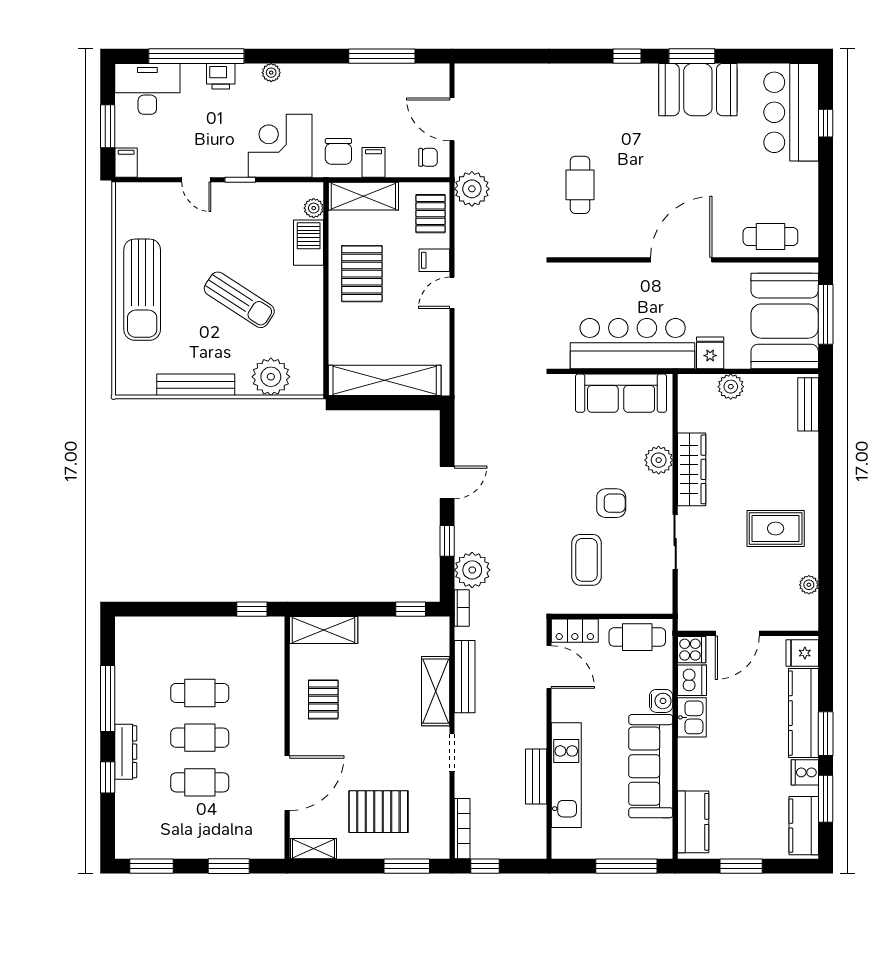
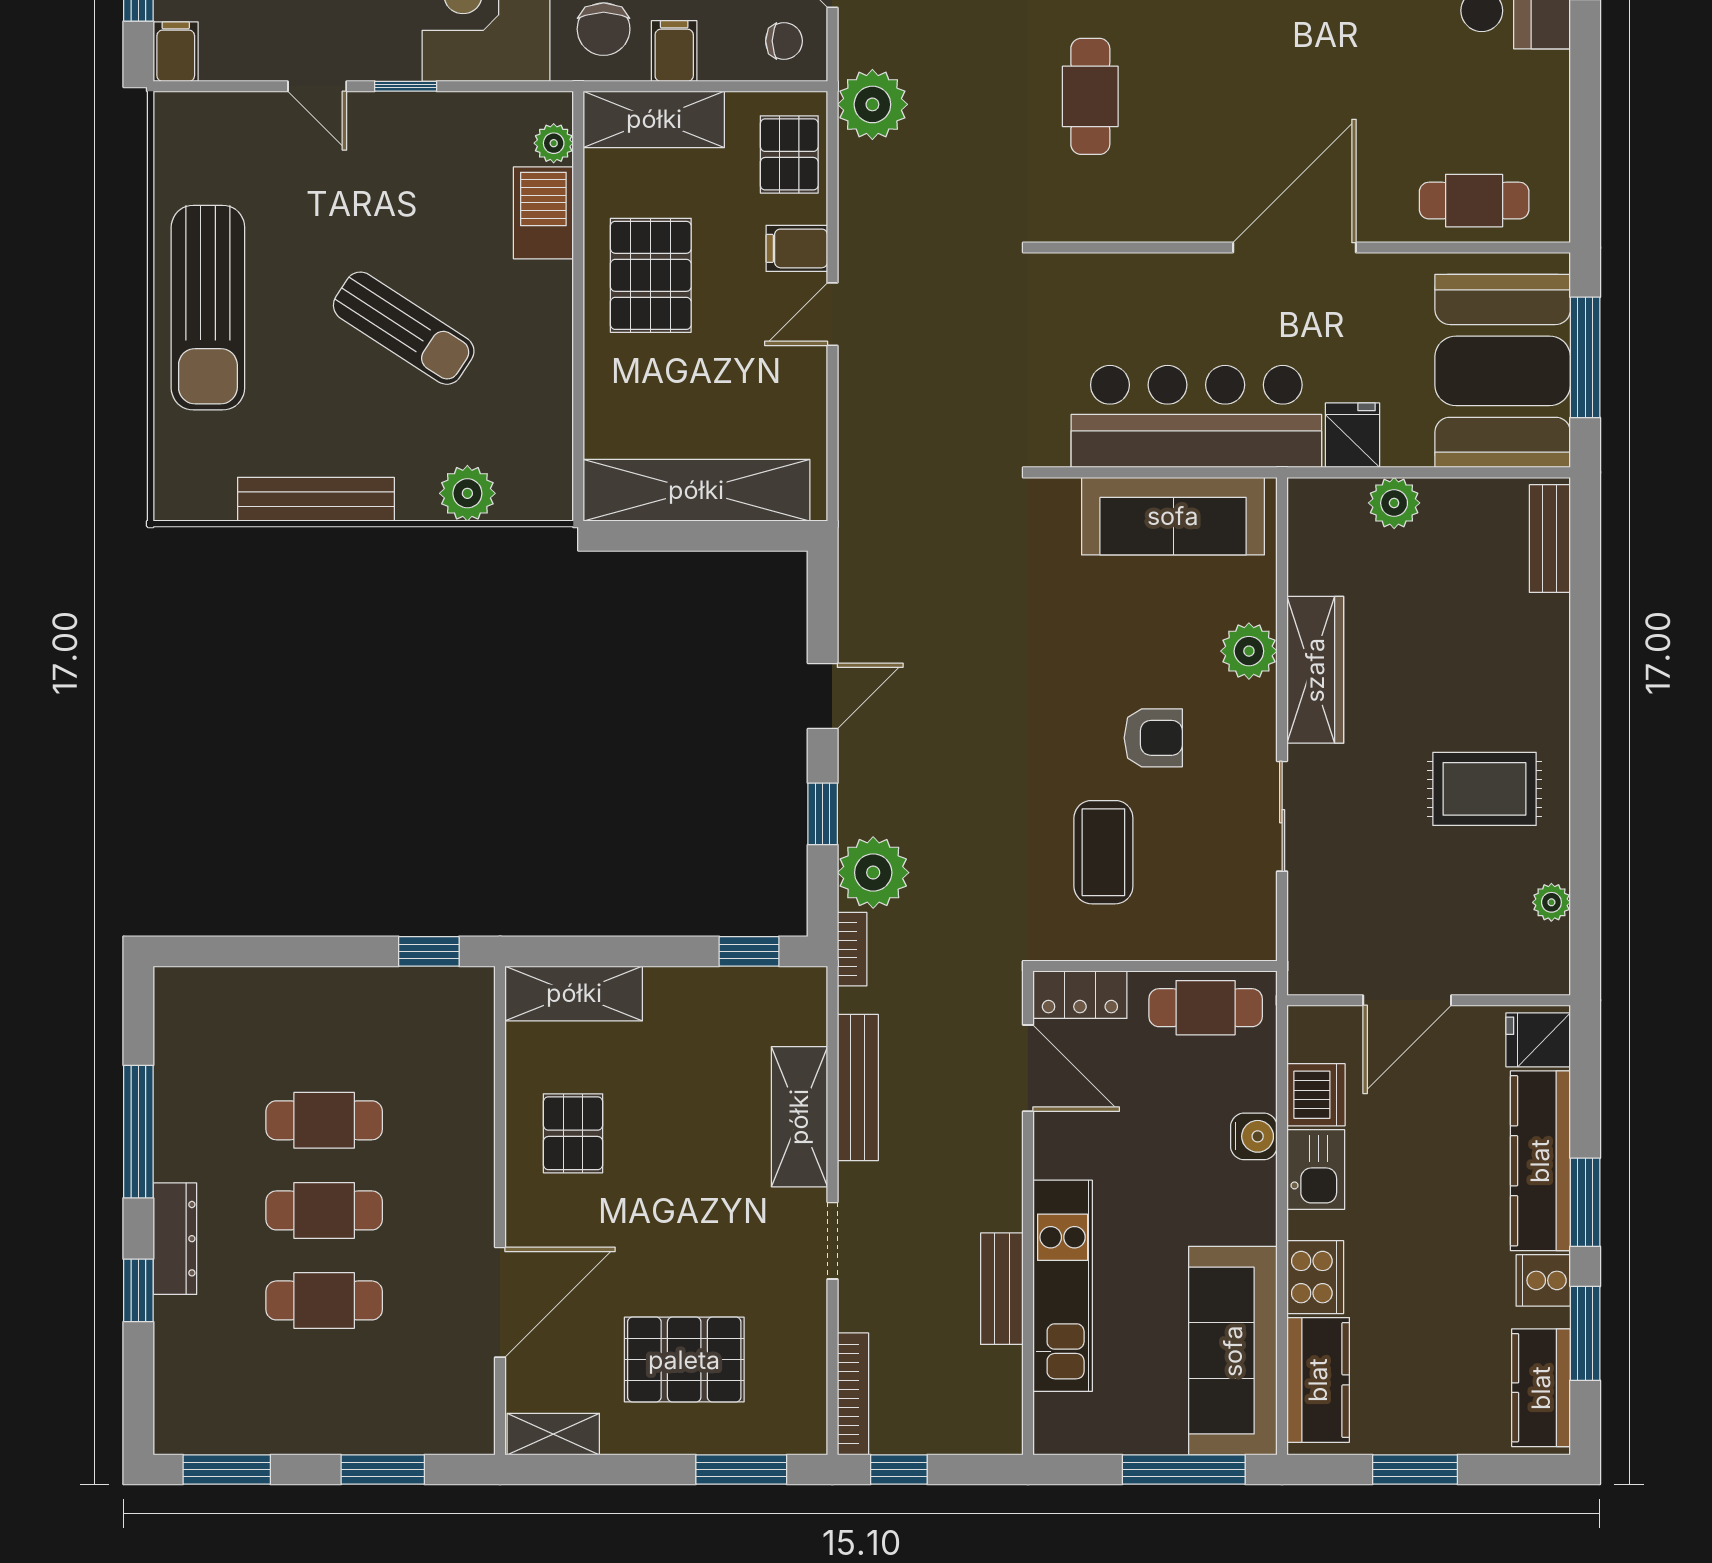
plant: (271, 377) -> (467, 493), width x0.73, depth x0.73
cooker: (692, 650) -> (1315, 1277), moved, width x1.36
sofa: (651, 766) -> (1233, 1351), moved

